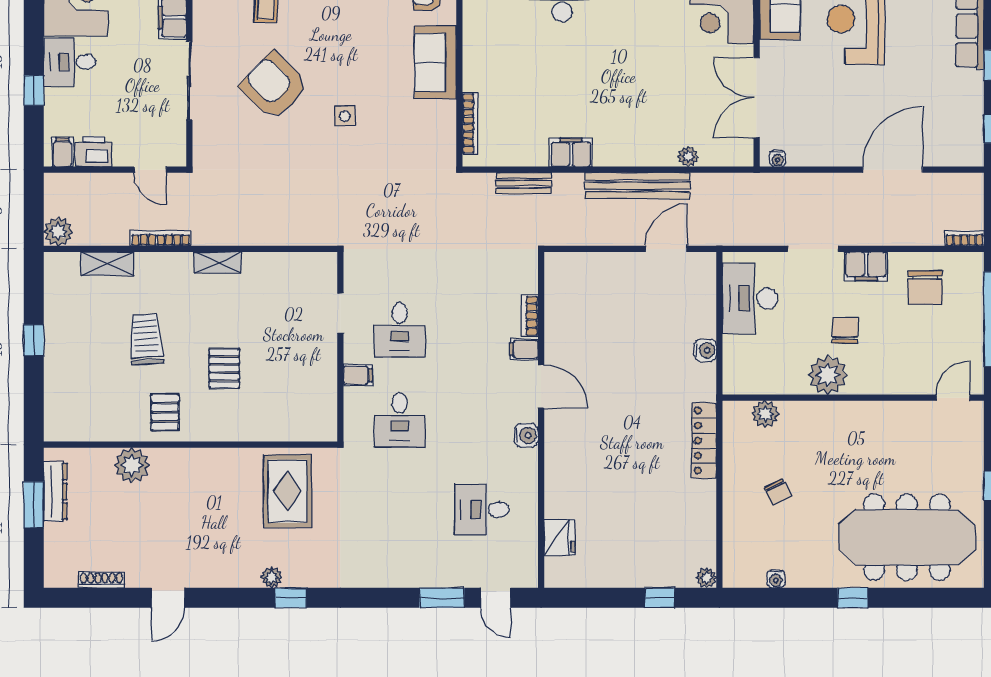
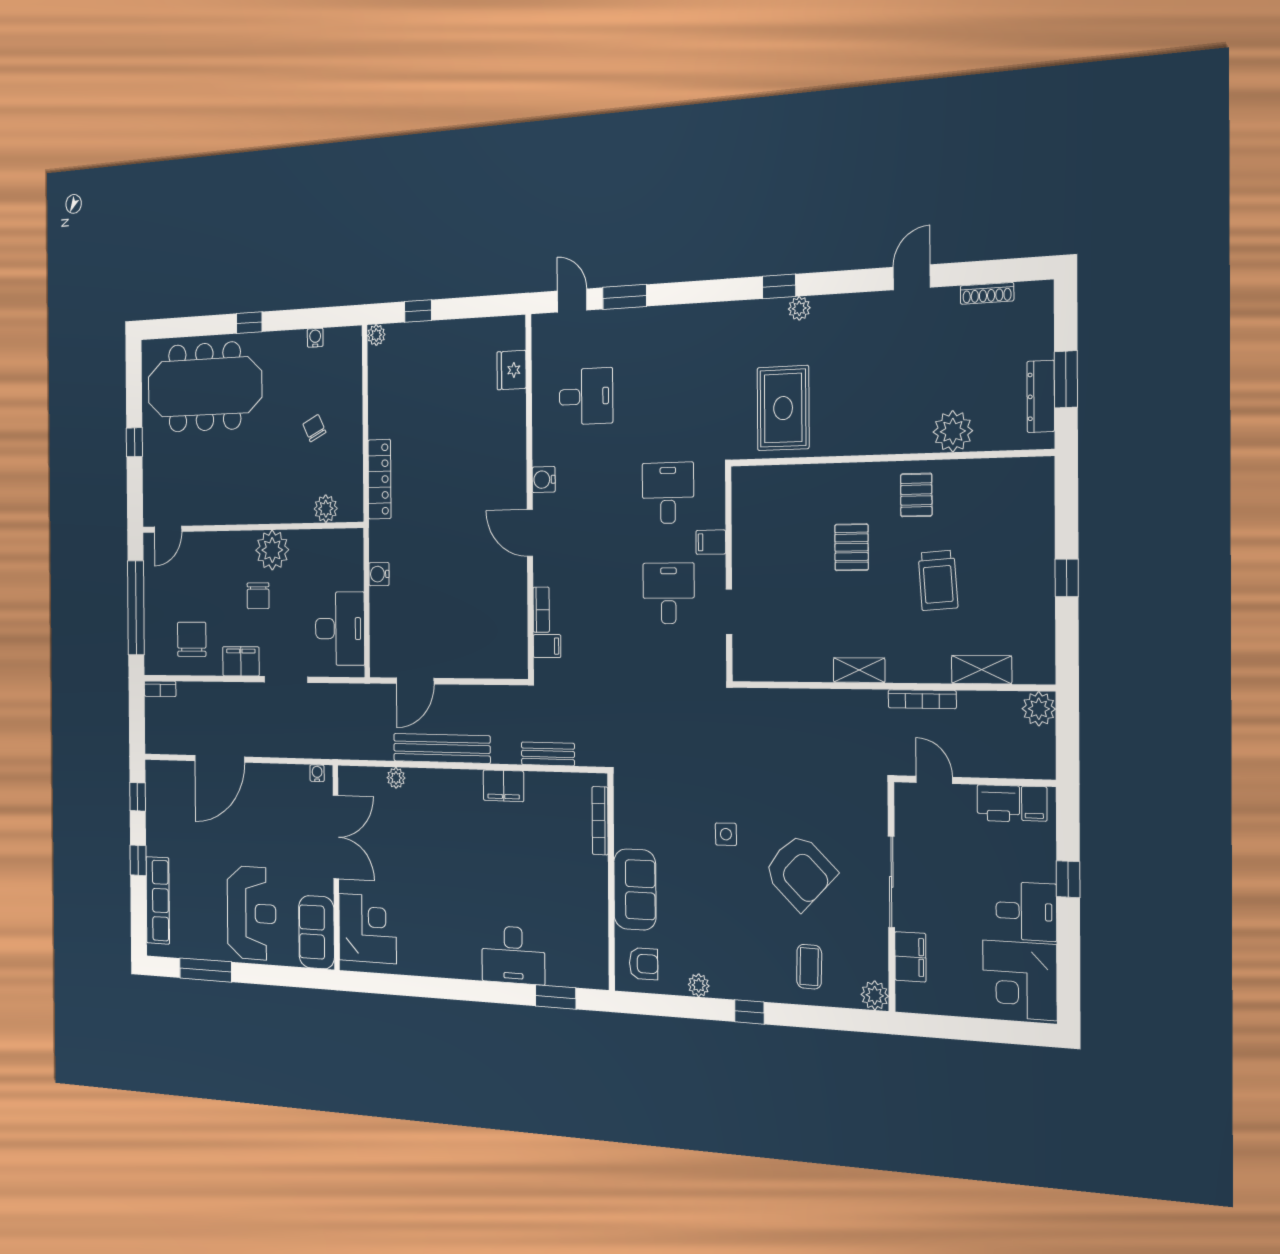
filing cabinet: (524, 349) -> (547, 646), moved

